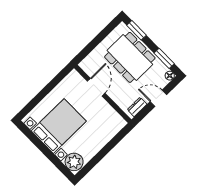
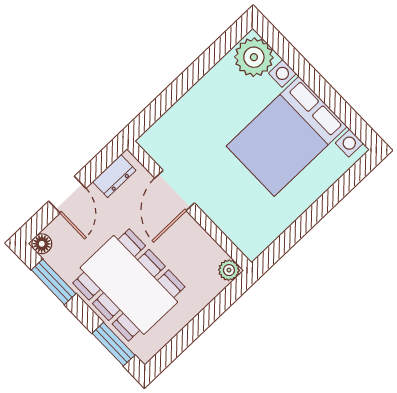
plant: (84, 65) -> (229, 270), added
door: (96, 87) -> (175, 191), moved
door: (158, 98) -> (67, 195), hinge flipped

